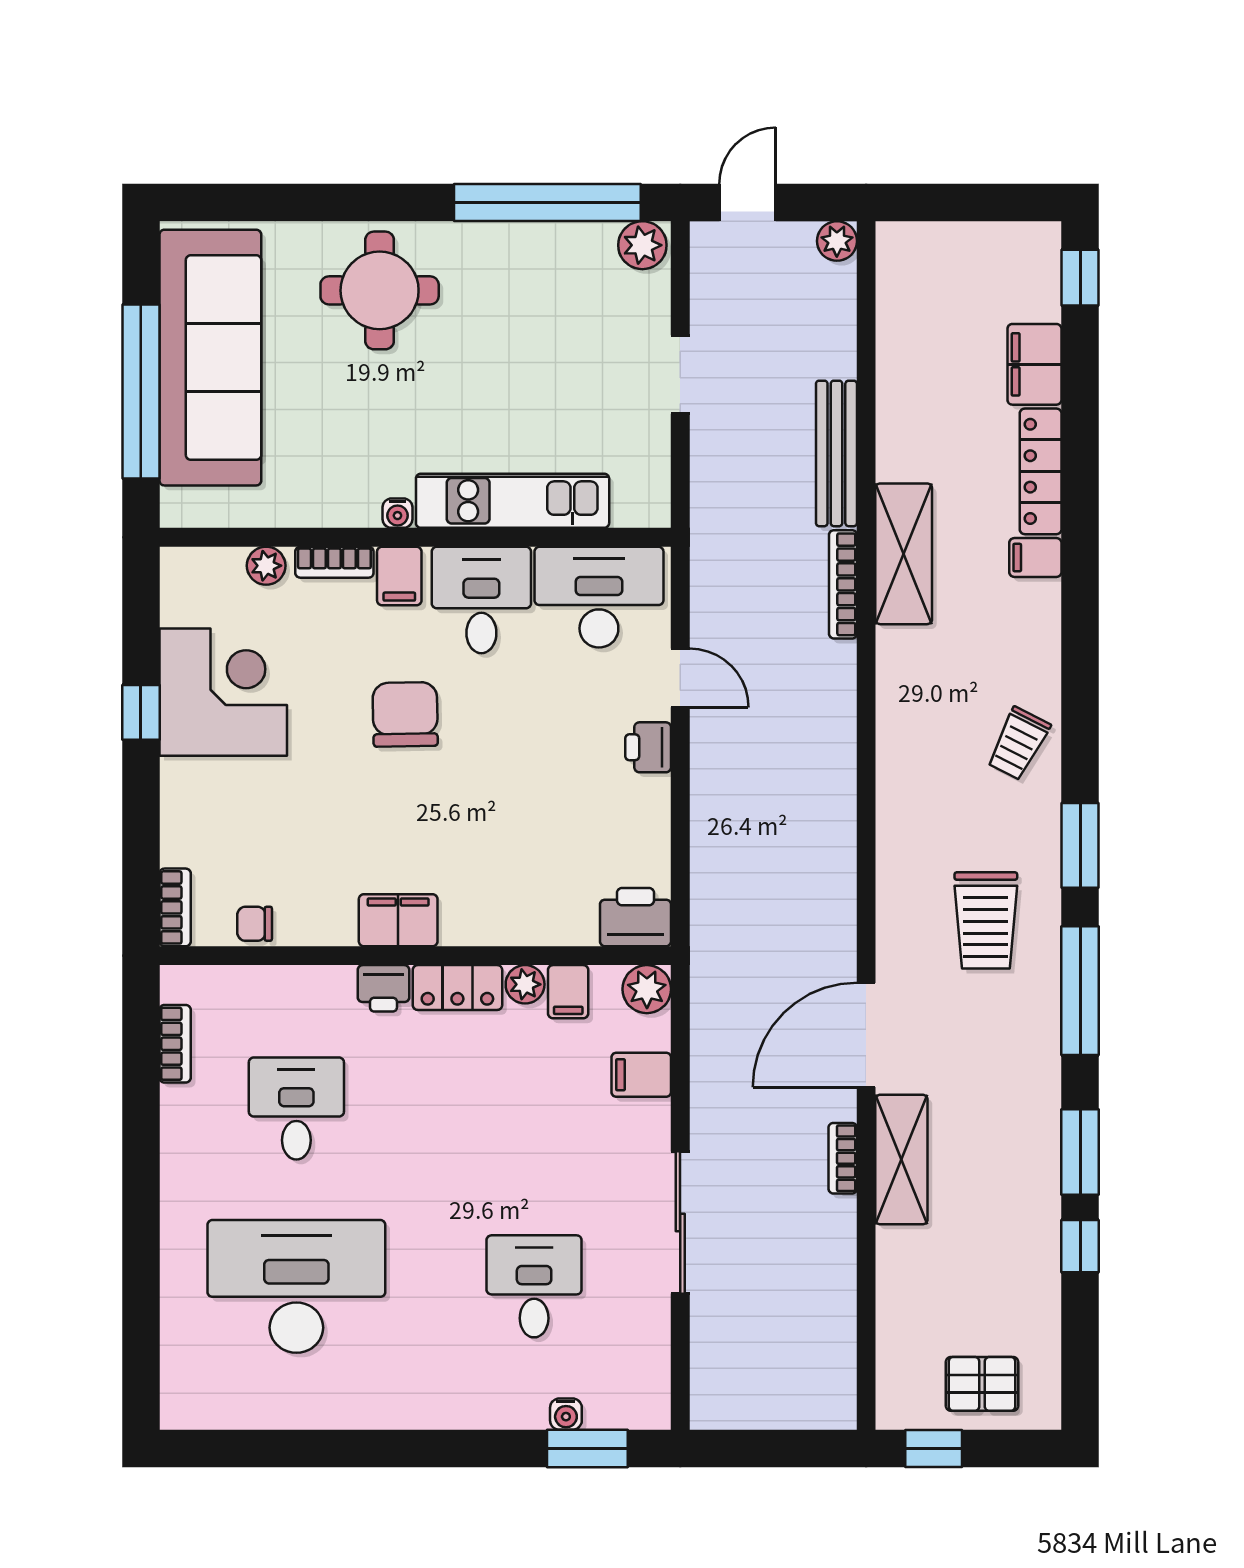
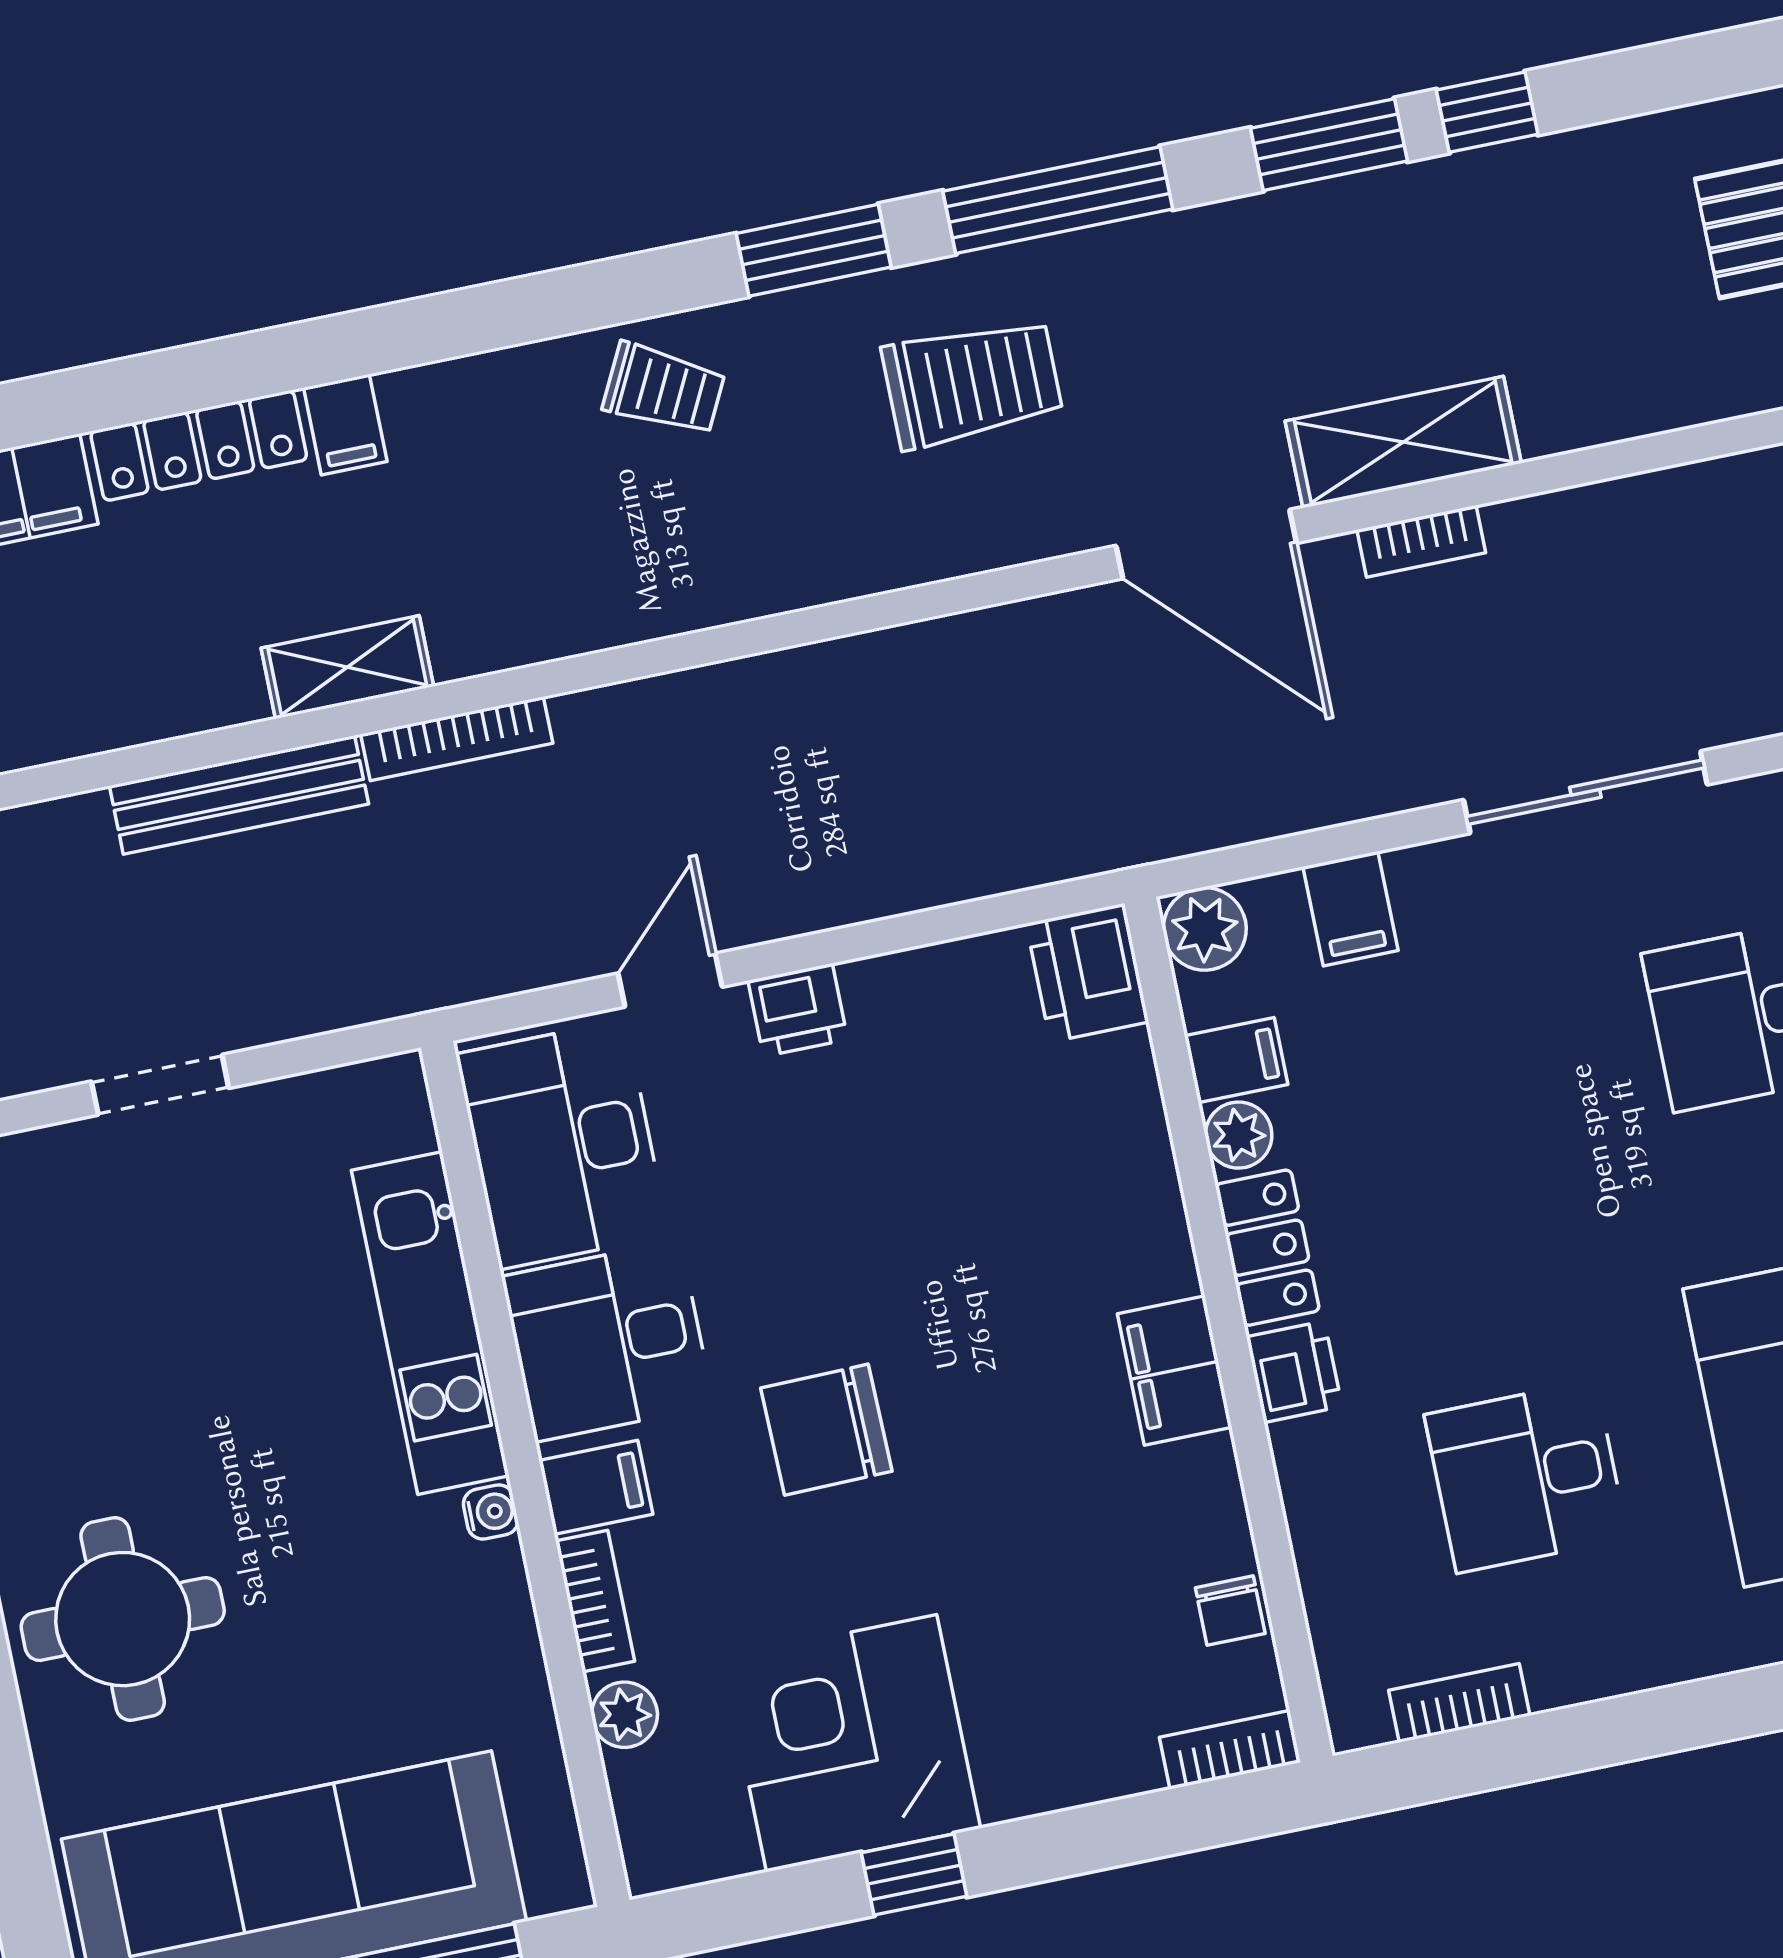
shelving: (904, 554) -> (347, 667), width x0.67, depth x0.75

